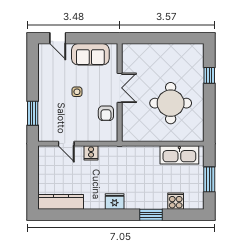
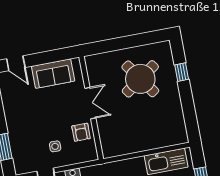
side table: (77, 92) -> (55, 146), moved
round table: (171, 103) -> (140, 79), moved, turned -35

